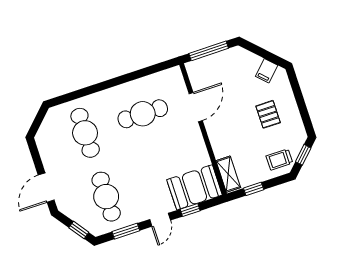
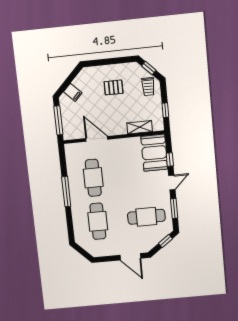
filing cabinet: (267, 71) -> (73, 92), moved
window: (116, 82) -> (66, 192), added
cafe table: (85, 133) -> (98, 221), turned 90
shelving: (228, 174) -> (140, 127), moved
door: (160, 220) -> (172, 183), hinge flipped

